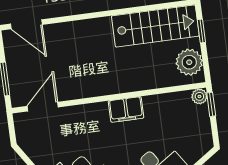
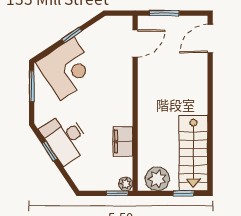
door: (43, 107) -> (135, 44), hinge flipped
filing cabinet: (126, 109) -> (123, 141), moved

